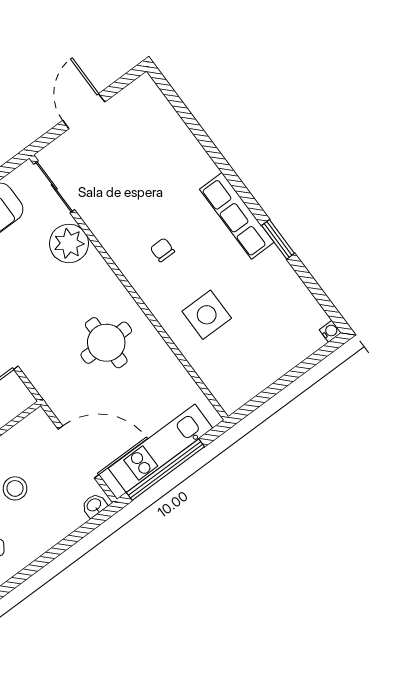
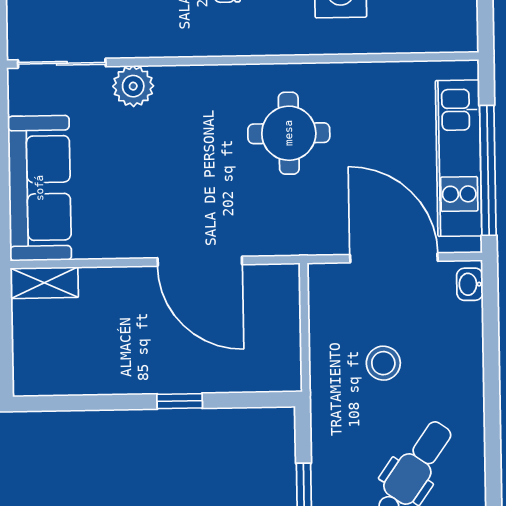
plant: (69, 243) -> (133, 86), width x0.73, depth x0.73
door: (78, 452) -> (394, 258), hinge flipped

